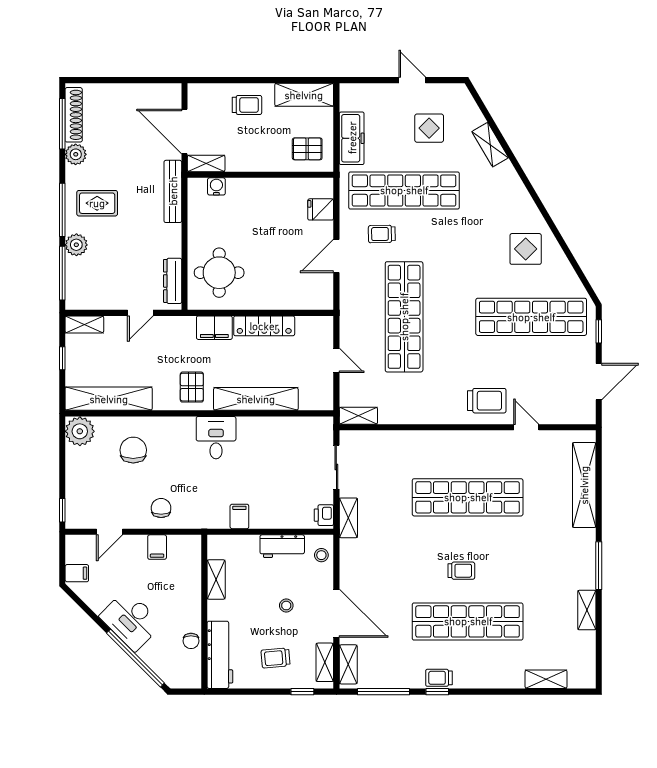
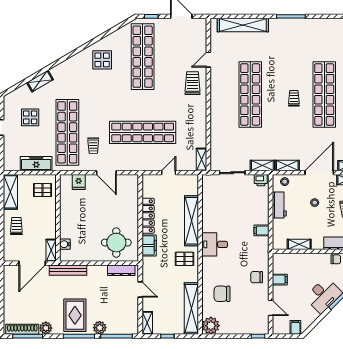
pallet: (307, 149) -> (43, 190), turned 90
rug: (97, 203) -> (75, 315), width x1.36, depth x1.43
shelving: (587, 610) -> (287, 166), moved

